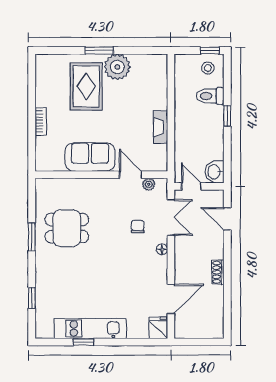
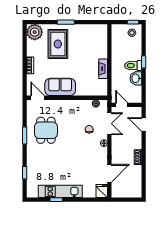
plant: (117, 67) -> (35, 32), moved
toilet: (210, 96) -> (133, 66), moved
washbasin: (214, 172) -> (136, 78), moved
door: (130, 175) -> (38, 98), moved
dining table: (67, 228) -> (46, 130), turned 90

